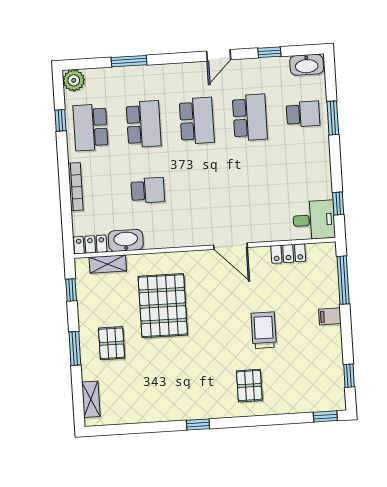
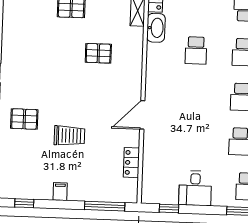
desk: (314, 220) -> (195, 188), moved
pallet: (163, 306) -> (98, 53), width x0.49, depth x0.50
filing cabinet: (330, 316) -> (60, 191), moved

